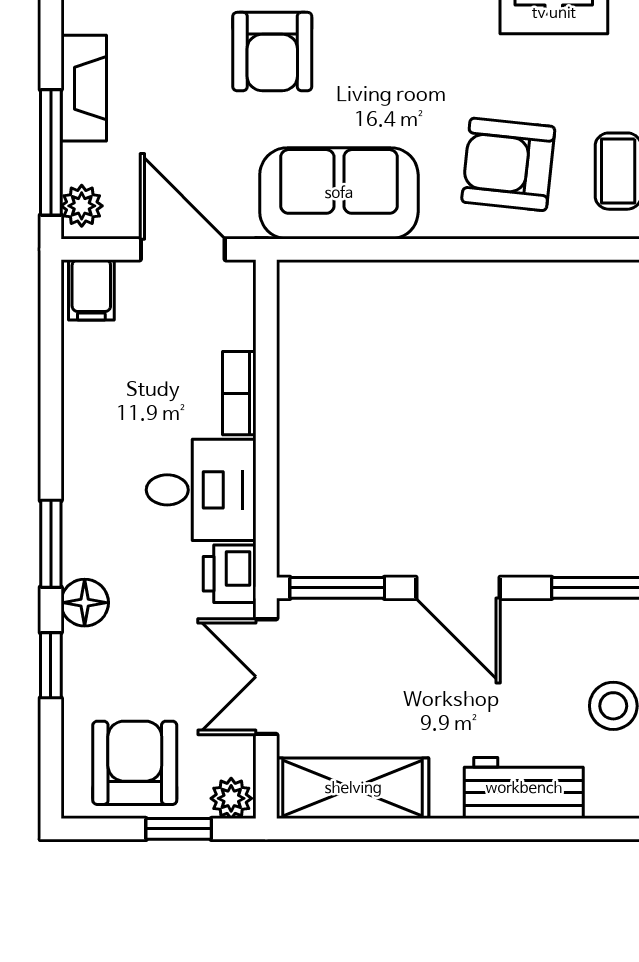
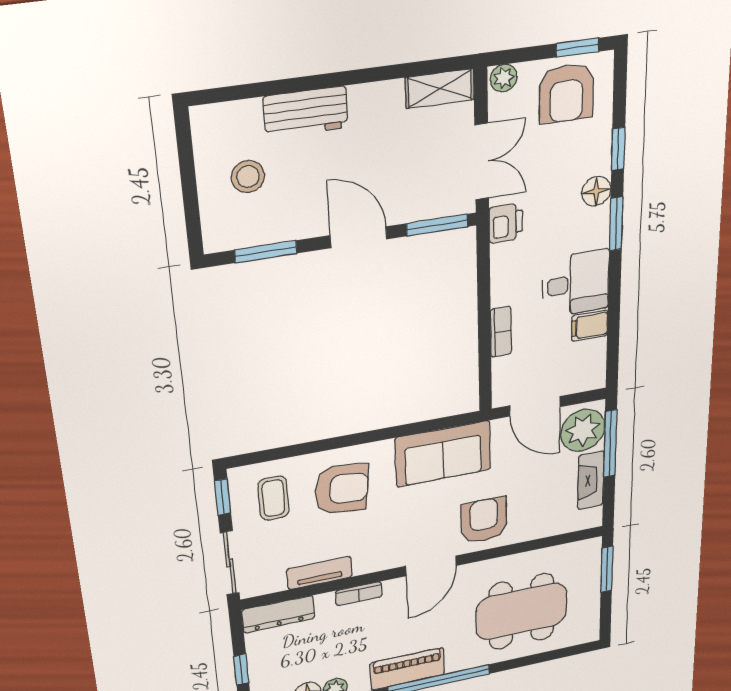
plant: (82, 206) -> (583, 430), width x1.87, depth x1.87
filing cabinet: (91, 290) -> (590, 326), moved, turned -90
desk: (201, 490) -> (576, 283), moved, turned 180
shelving: (353, 788) -> (440, 88), width x0.67, depth x0.75
window: (179, 829) -> (578, 48), moved

